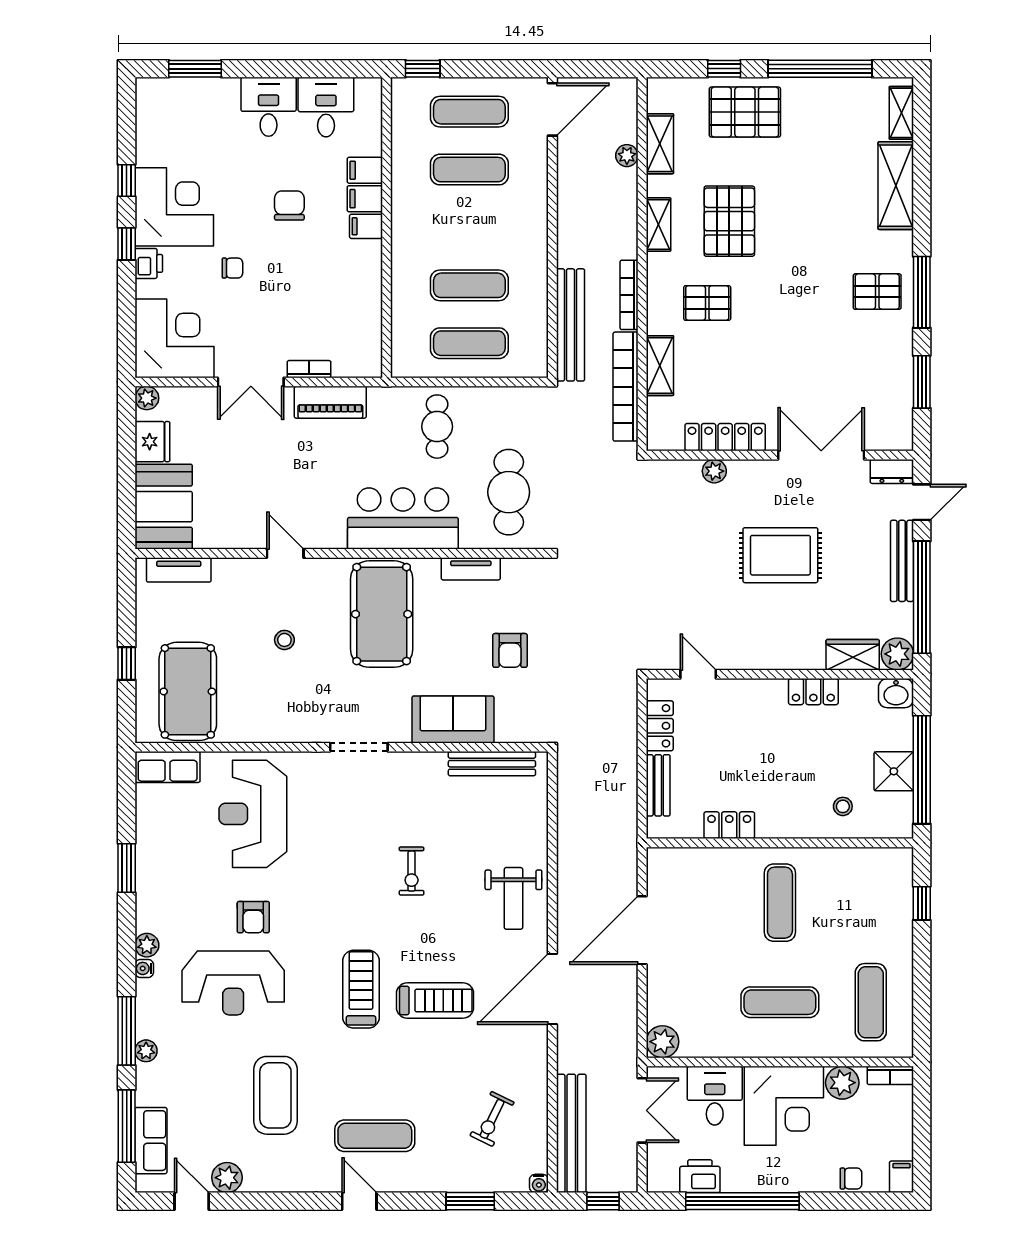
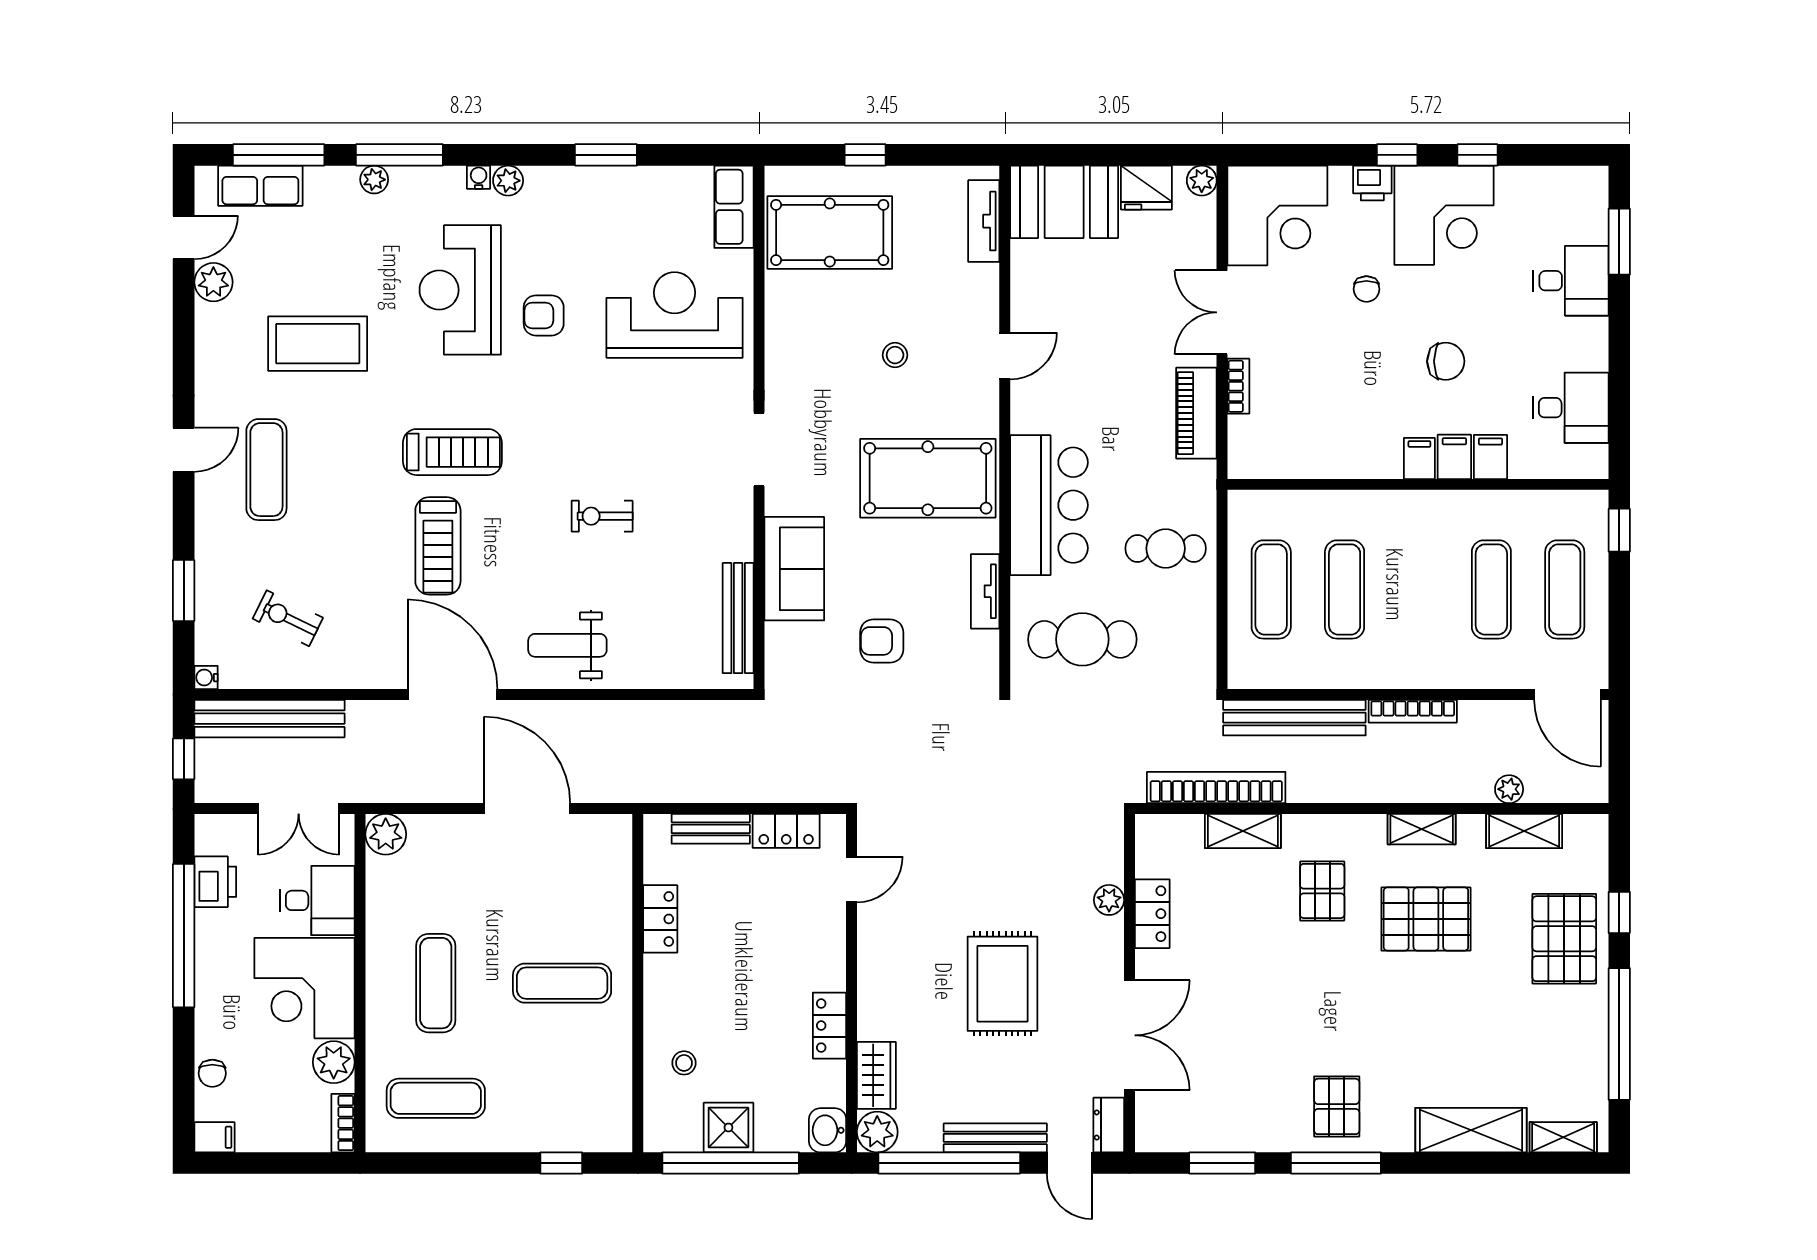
desk: (269, 107) -> (1571, 281), moved
bookcase: (629, 295) -> (1413, 711), moved, turned 180
locker: (725, 437) -> (1152, 914), width x0.66

